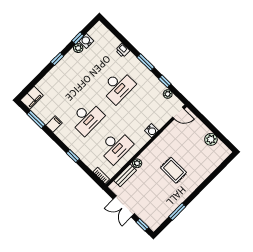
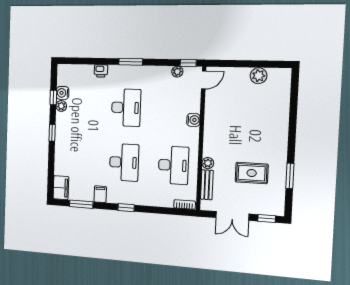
window: (165, 81) -> (188, 63), moved
window: (73, 156) -> (126, 208), moved
rug: (173, 170) -> (252, 173), moved

